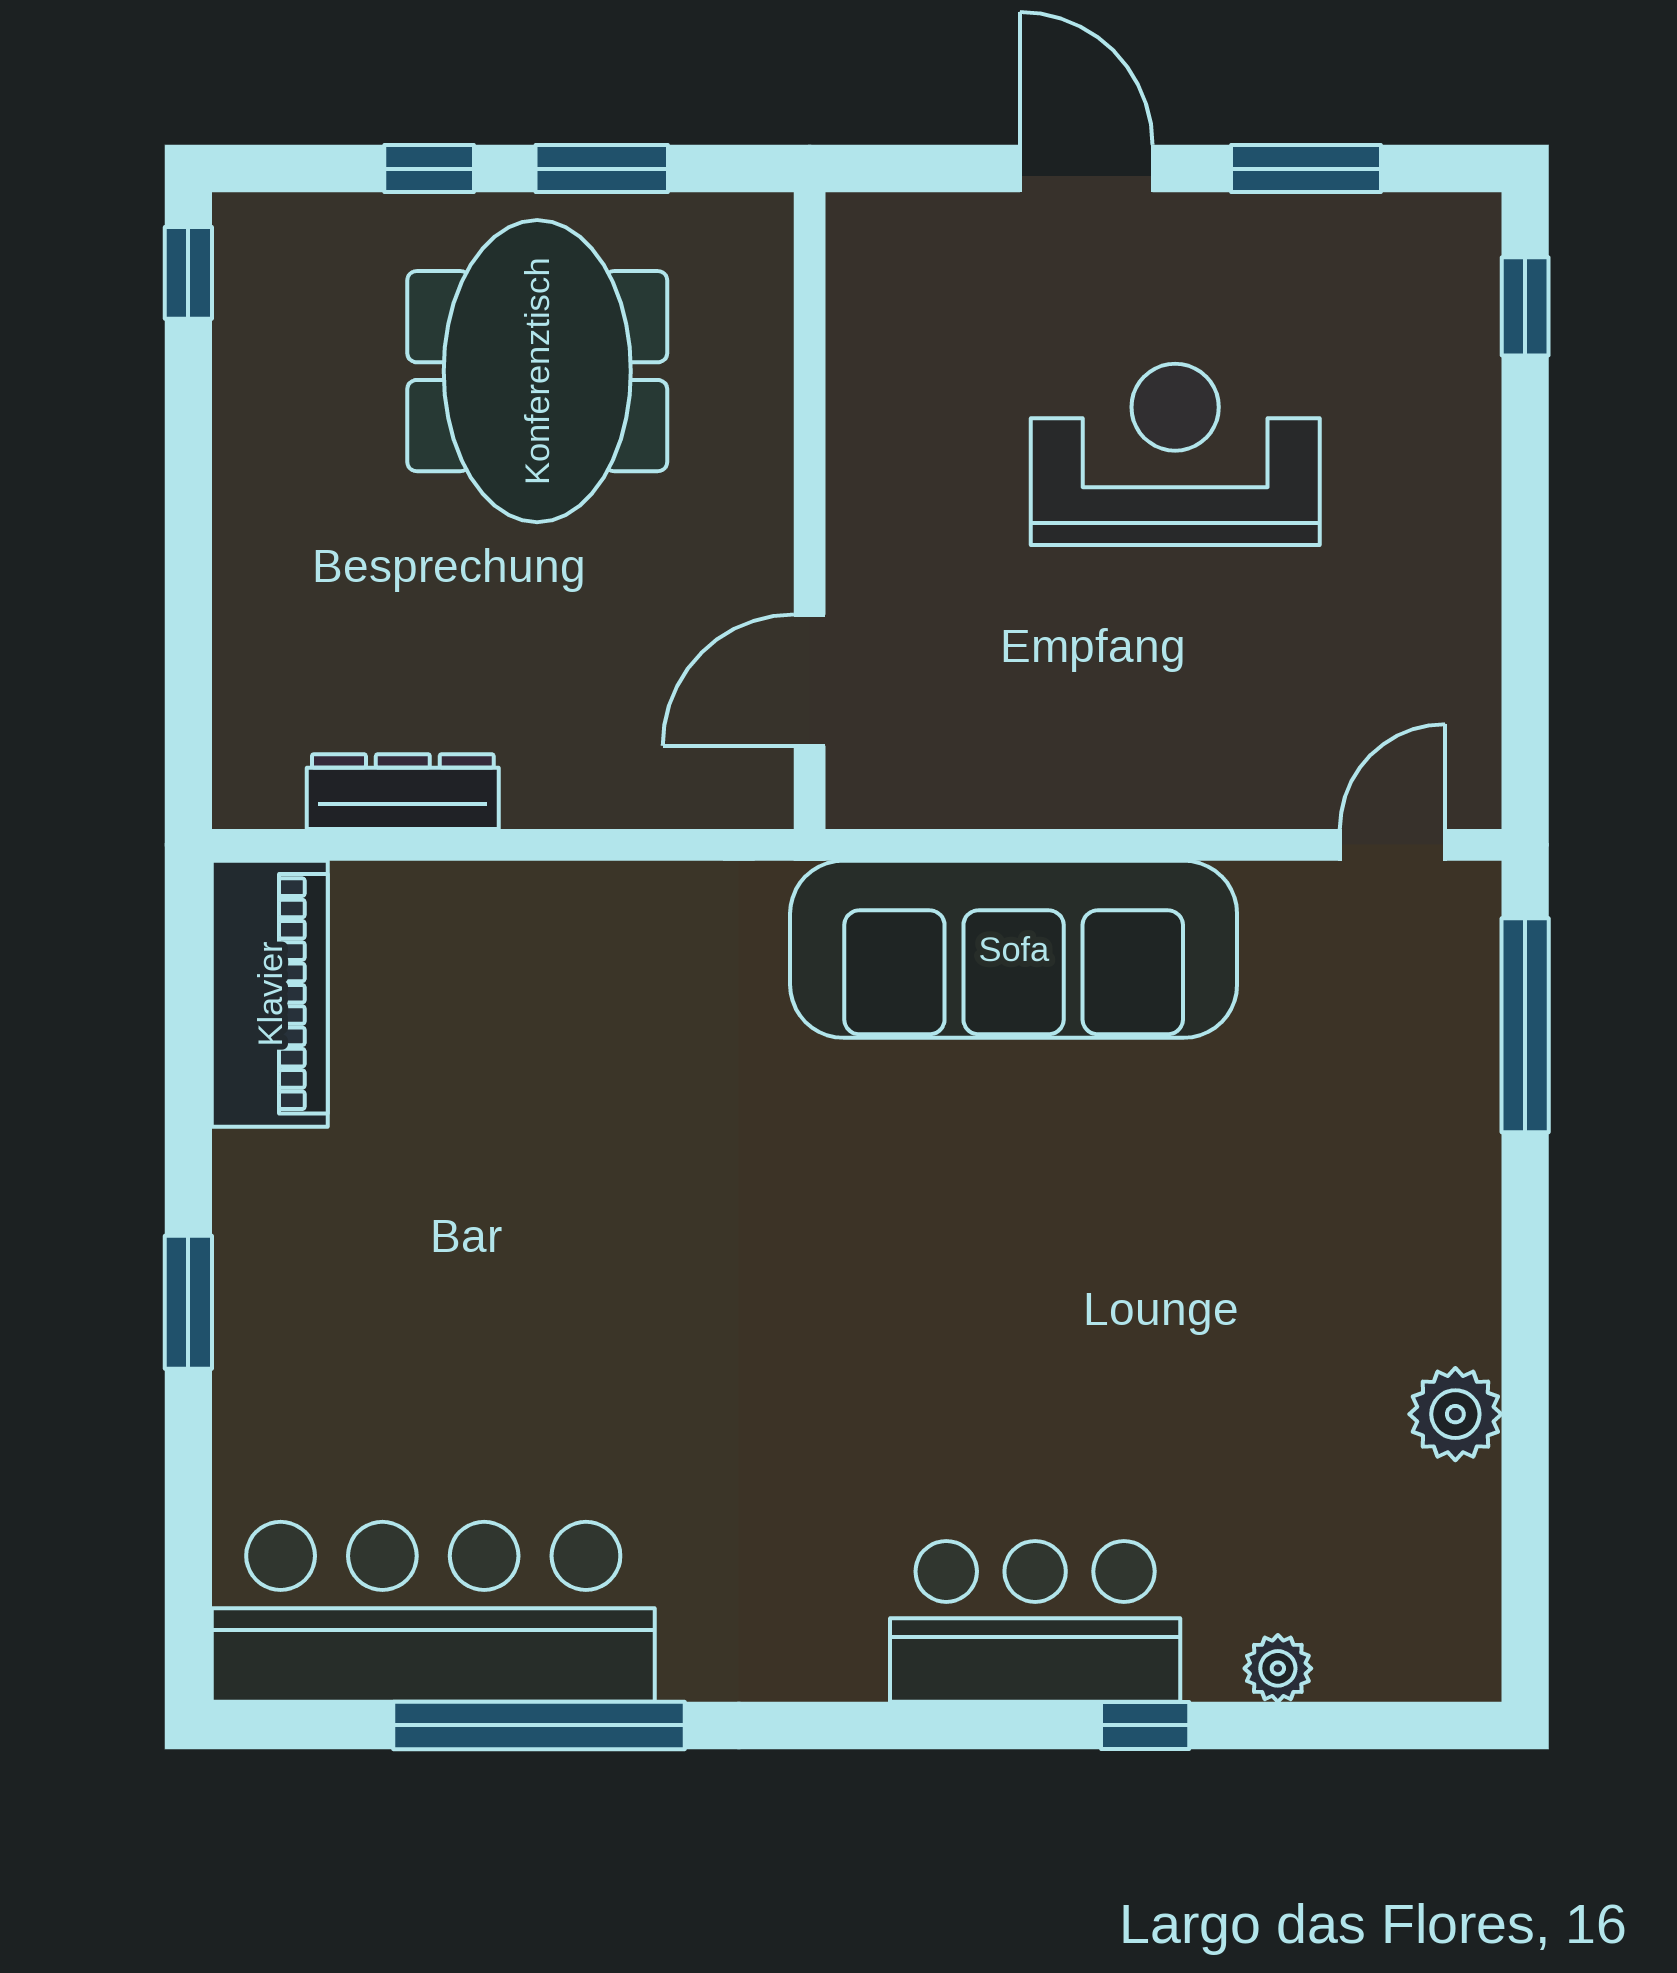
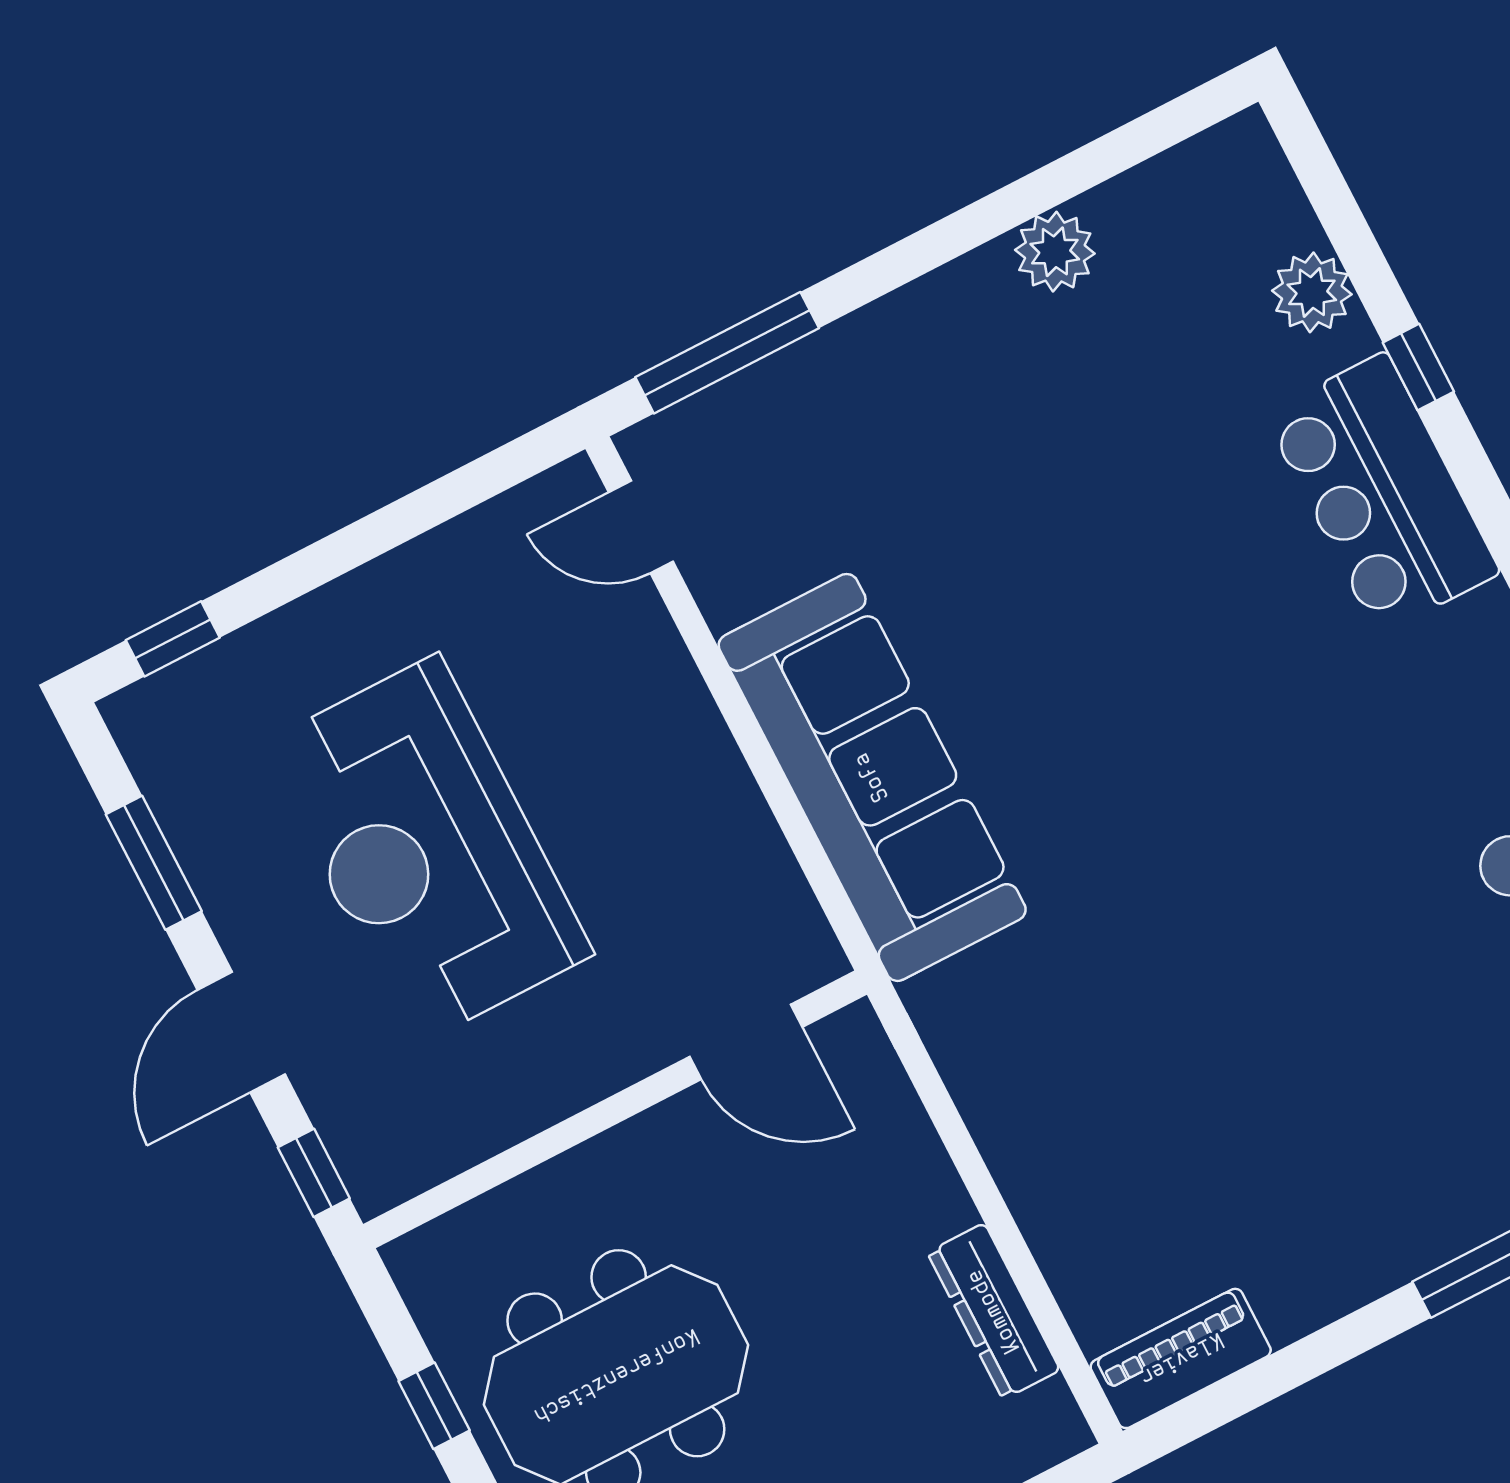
window: (602, 169) -> (434, 1406), width x0.67
window: (904, 169) -> (314, 1173), added
reception desk: (1175, 454) -> (426, 850), width x1.36, depth x1.30
piano: (270, 994) -> (1181, 1358), width x0.73, depth x0.75
plant: (1278, 1668) -> (1312, 292), width x1.38, depth x1.38

